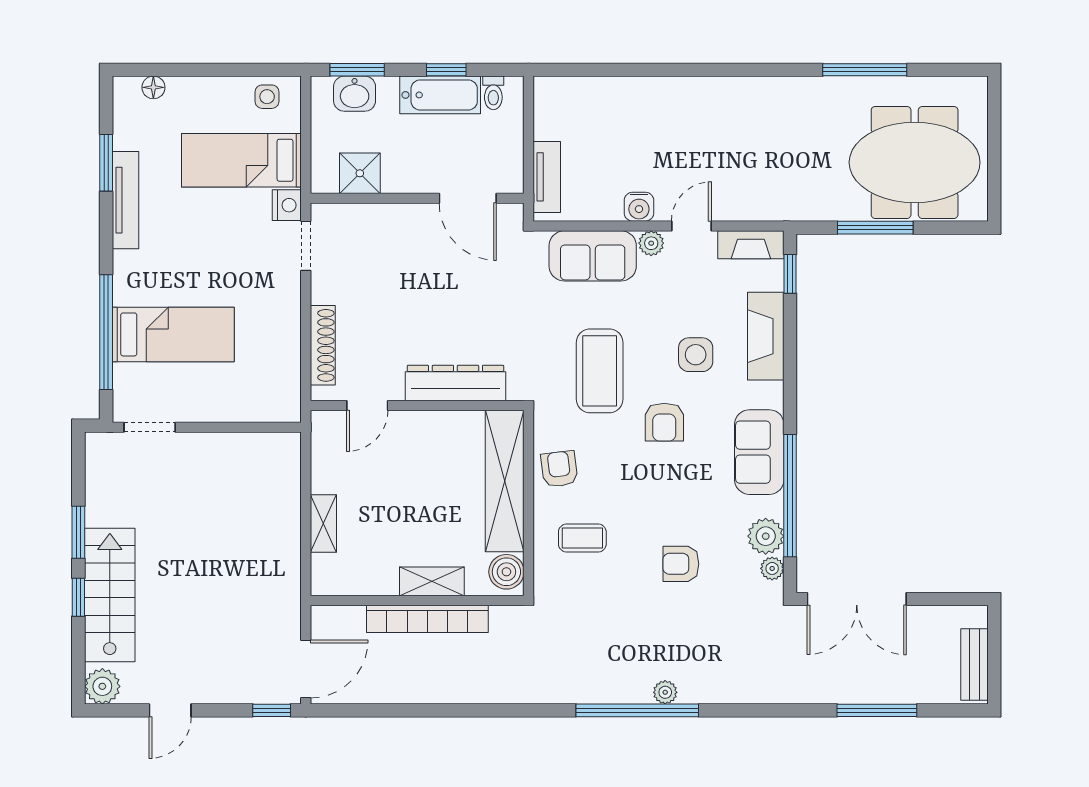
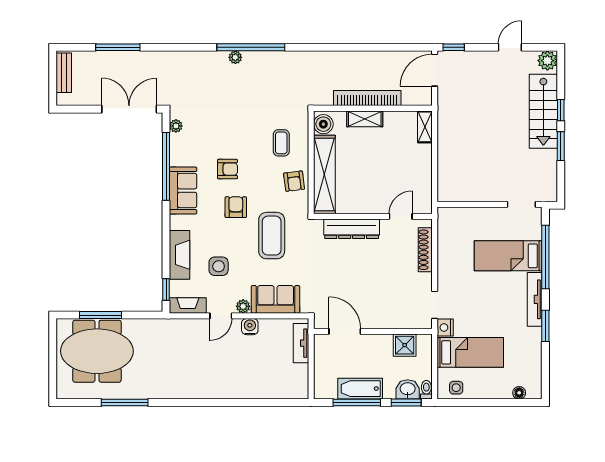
window: (446, 70) -> (357, 403), width x2.17
toilet: (493, 93) -> (426, 390), moved
window: (106, 163) -> (545, 326), moved
tv unit: (126, 200) -> (535, 299), moved
window: (875, 228) -> (101, 315), moved
side table: (696, 355) -> (219, 266), moved
shelving: (323, 523) -> (425, 127), moved
plant: (766, 536) -> (180, 144), removed
coffee table: (582, 538) -> (281, 143), turned 90
armchair: (681, 564) -> (228, 169), moved

